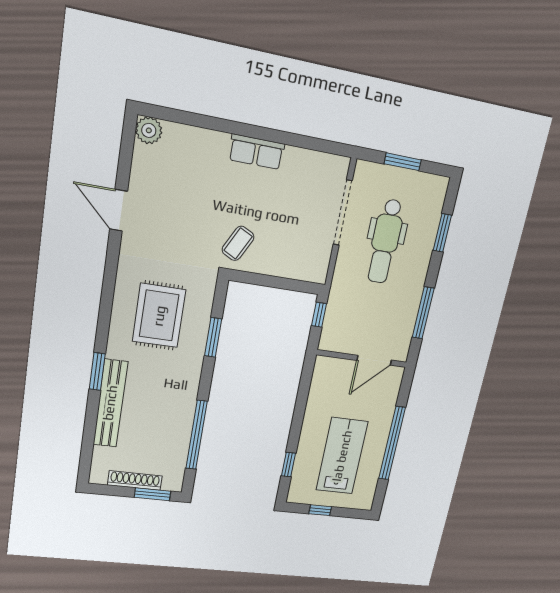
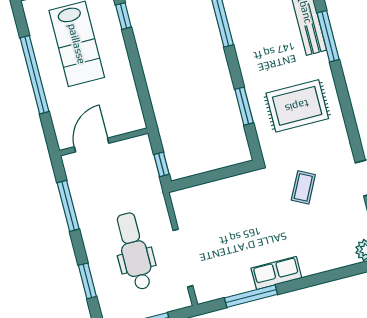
window: (294, 140) -> (251, 296), added
coffee table: (238, 243) -> (303, 187), moved
rug: (159, 316) -> (297, 106), turned 90
window: (97, 371) -> (328, 36), width x1.44

